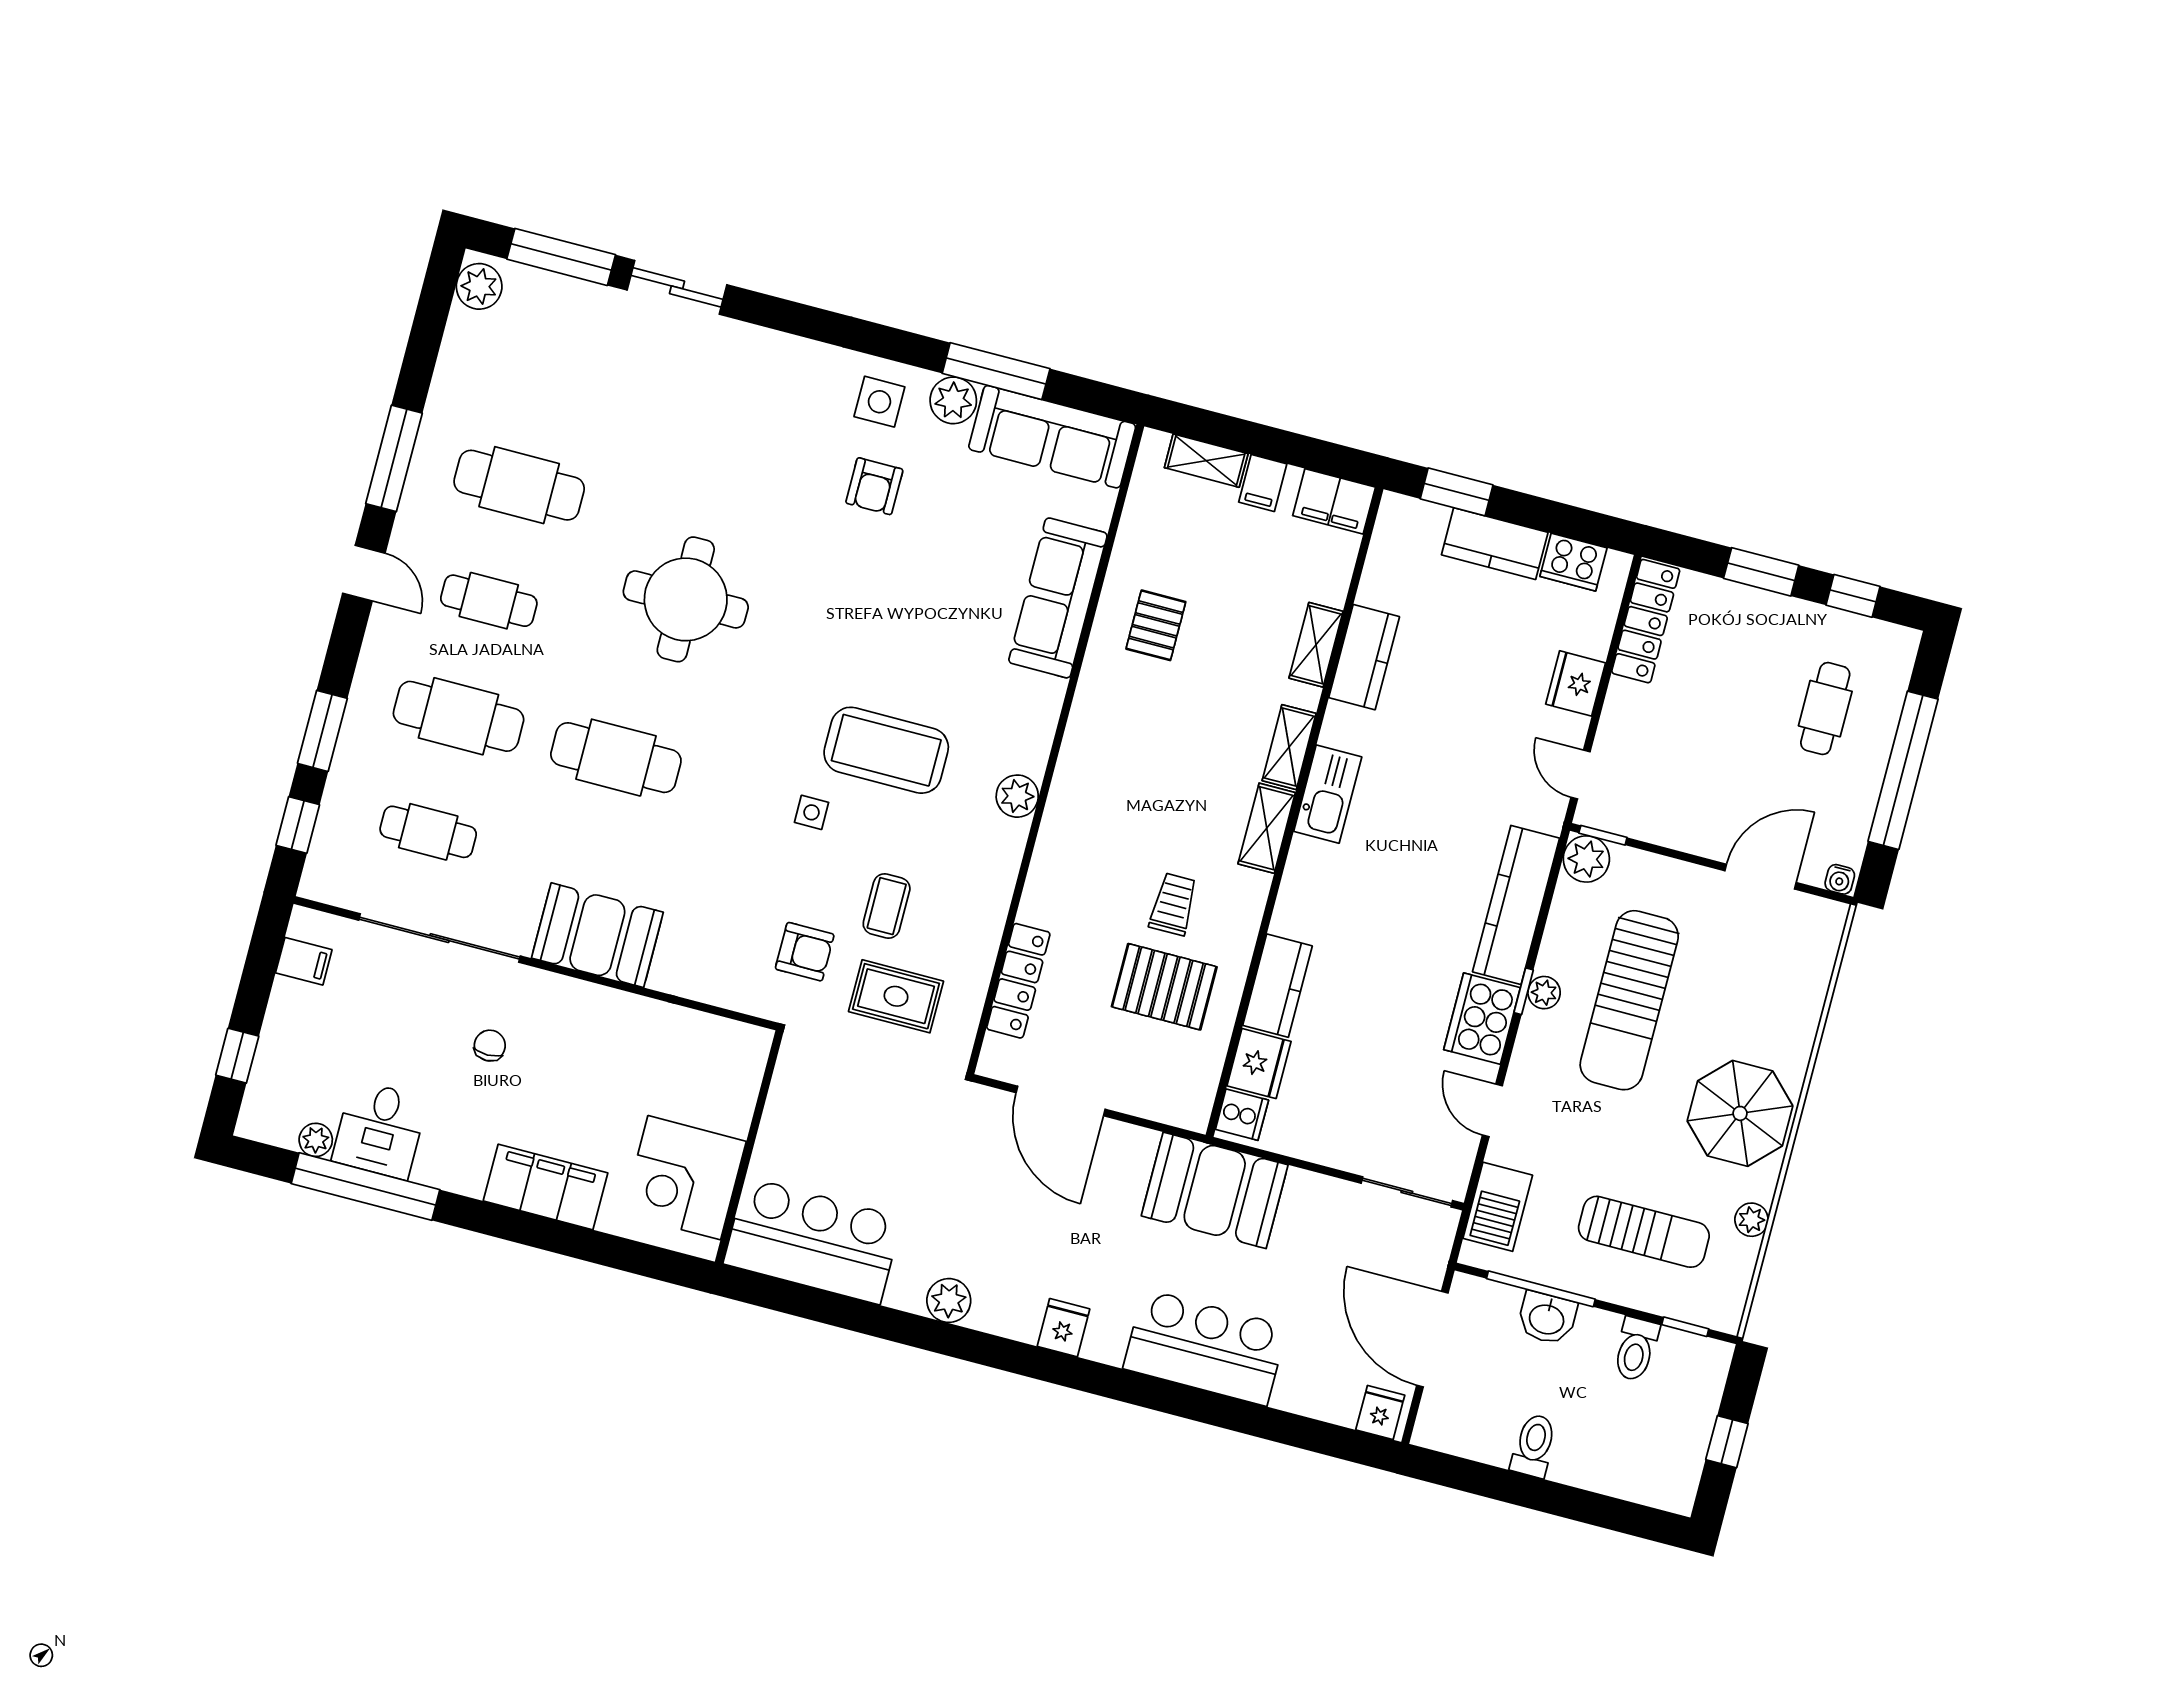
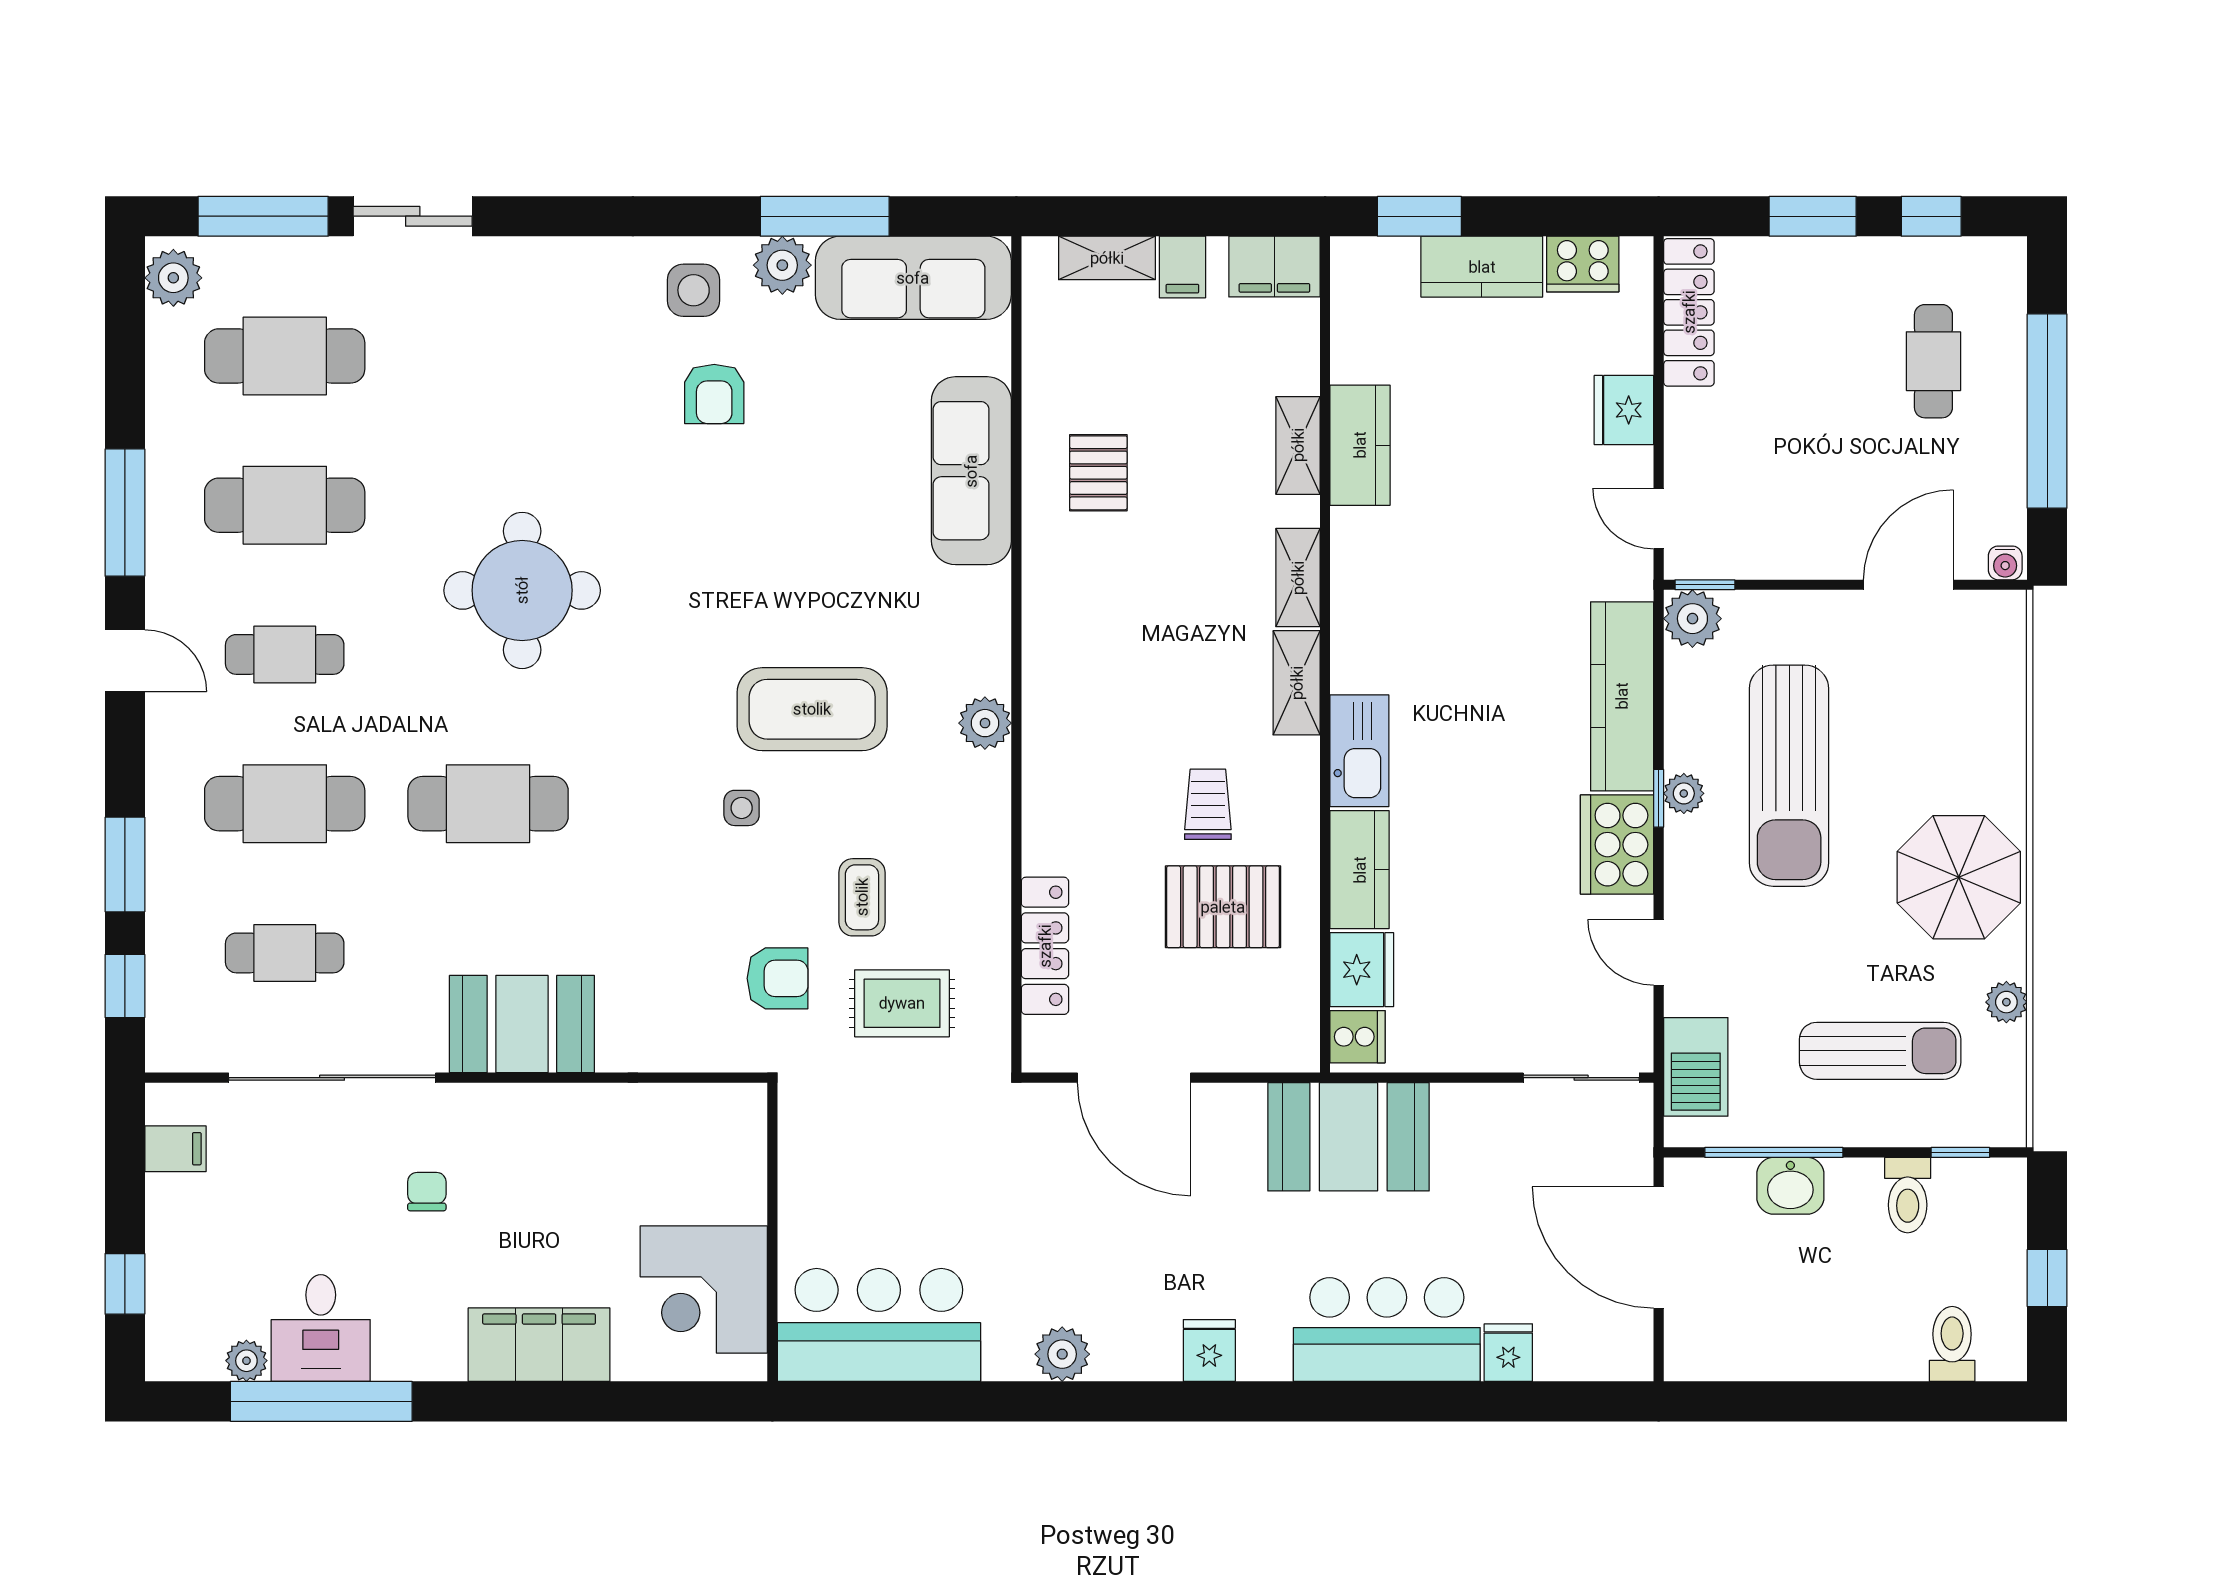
cafe table: (549, 370) -> (285, 356), added
kitchen sink: (1328, 794) -> (1359, 751), moved
fridge: (1380, 1412) -> (1508, 1353), moved
toilet: (1534, 1446) -> (1952, 1344), moved

